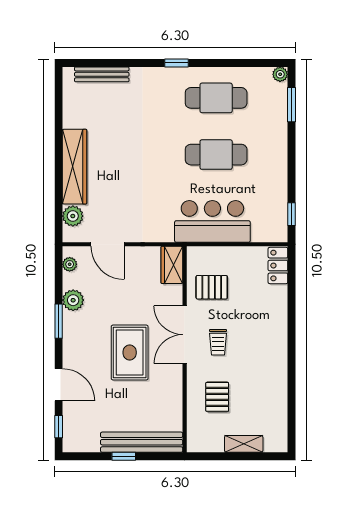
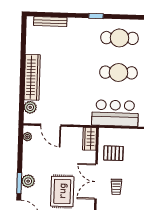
plant: (73, 300) -> (28, 181), moved
window: (59, 321) -> (19, 183), moved

